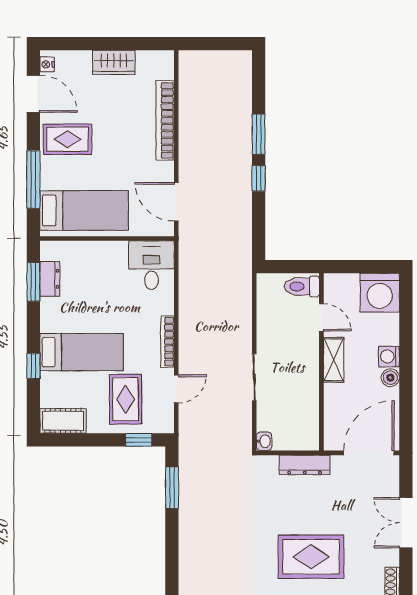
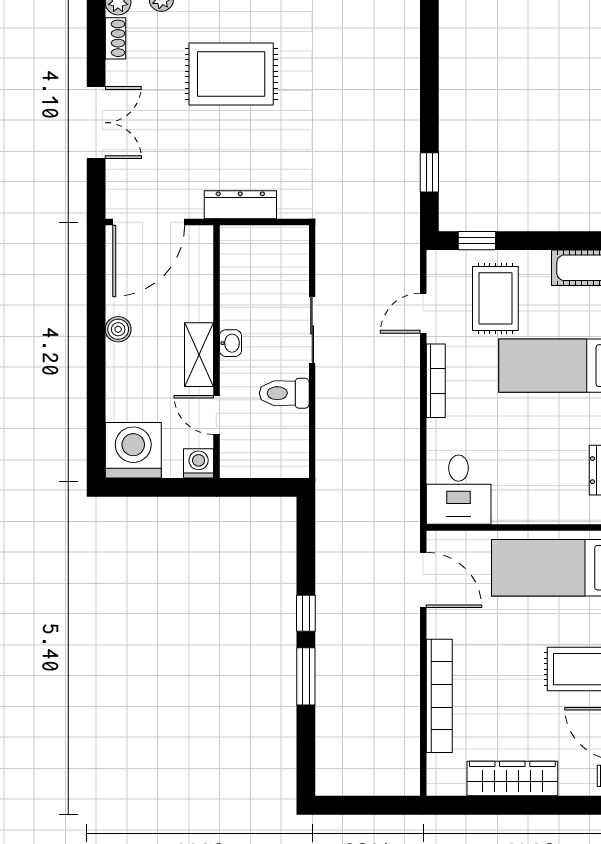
wardrobe: (114, 62) -> (512, 779), width x1.50
toilet: (302, 286) -> (284, 393), moved, turned 180
washing machine: (389, 357) -> (199, 463), moved, turned -90
washbasin: (264, 441) -> (230, 343), moved, turned 180
window: (172, 488) -> (429, 172), width x0.67

